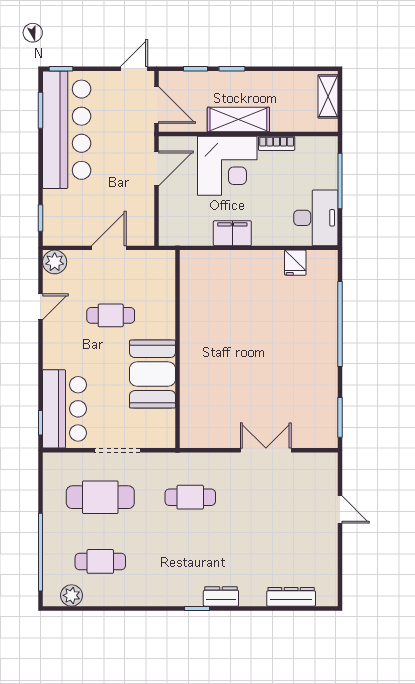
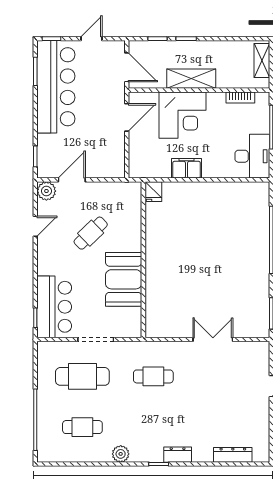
door: (134, 69) -> (91, 39), moved
bookcase: (277, 143) -> (240, 97), moved
door: (109, 248) -> (72, 180), moved
fridge: (295, 263) -> (153, 192), moved
cafe table: (111, 315) -> (91, 233), turned -44
plant: (72, 595) -> (121, 454), moved

